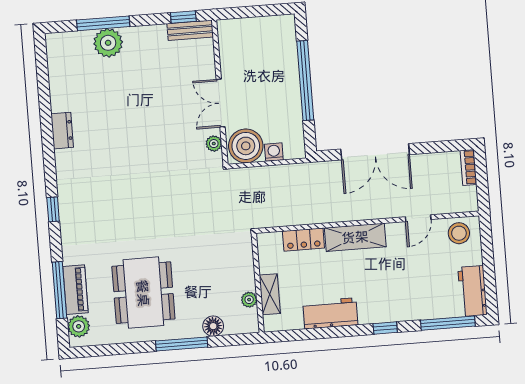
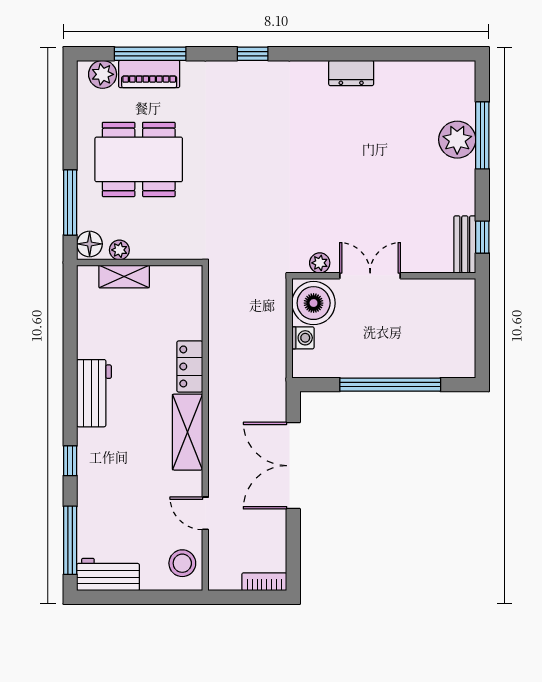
wall: (258, 283) -> (140, 263), moved
shelving: (270, 294) -> (124, 277), moved
plant: (249, 300) -> (119, 250), moved

